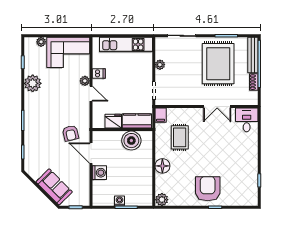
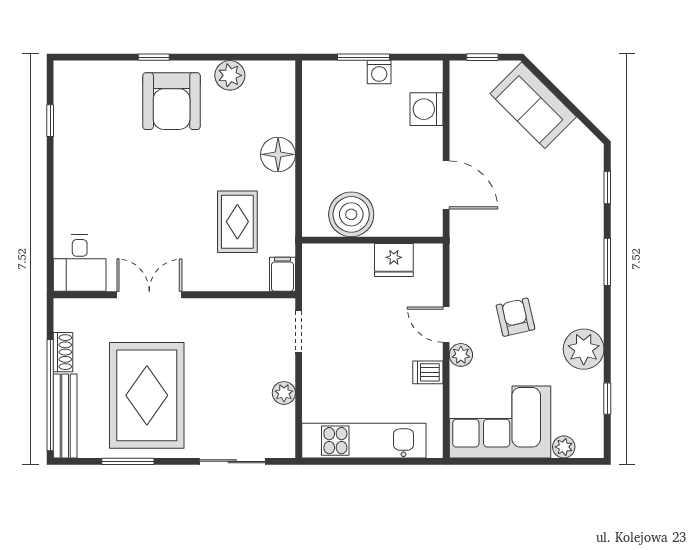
kitchen counter: (137, 121) -> (338, 261), removed
armchair: (70, 133) -> (515, 317), moved
washing machine: (99, 173) -> (426, 109), moved
plant: (162, 200) -> (230, 75), moved

